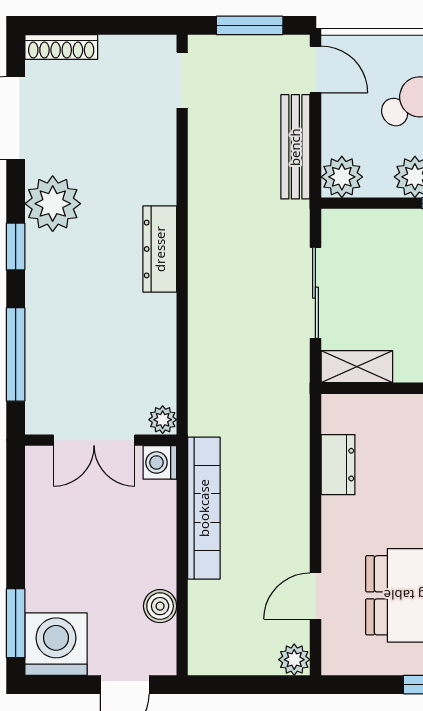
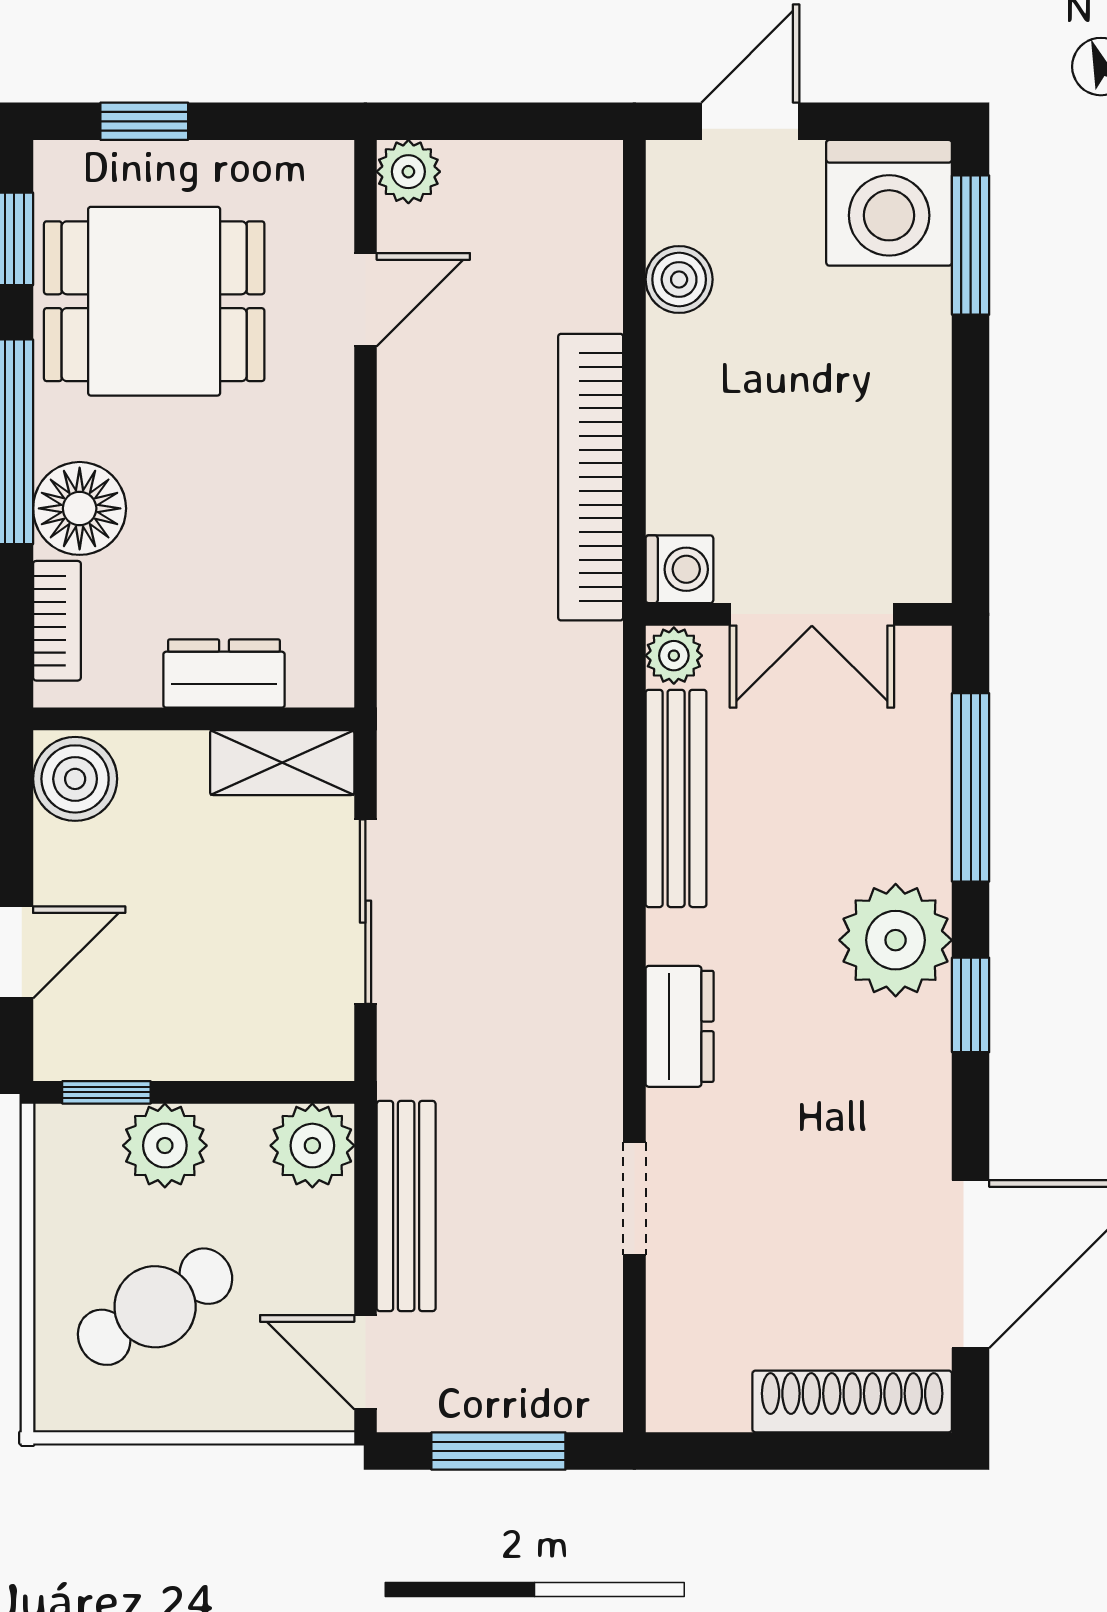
shoe rack: (61, 47) -> (852, 1401), width x1.36, depth x1.24
doorway: (182, 80) -> (634, 1198), moved
plant: (53, 204) -> (896, 940), moved
dresser: (160, 249) -> (680, 1026), width x0.70
bench: (162, 349) -> (676, 798), added
double door: (94, 440) -> (812, 614), swing flipped
dresser: (338, 465) -> (224, 674), moved, turned 90

